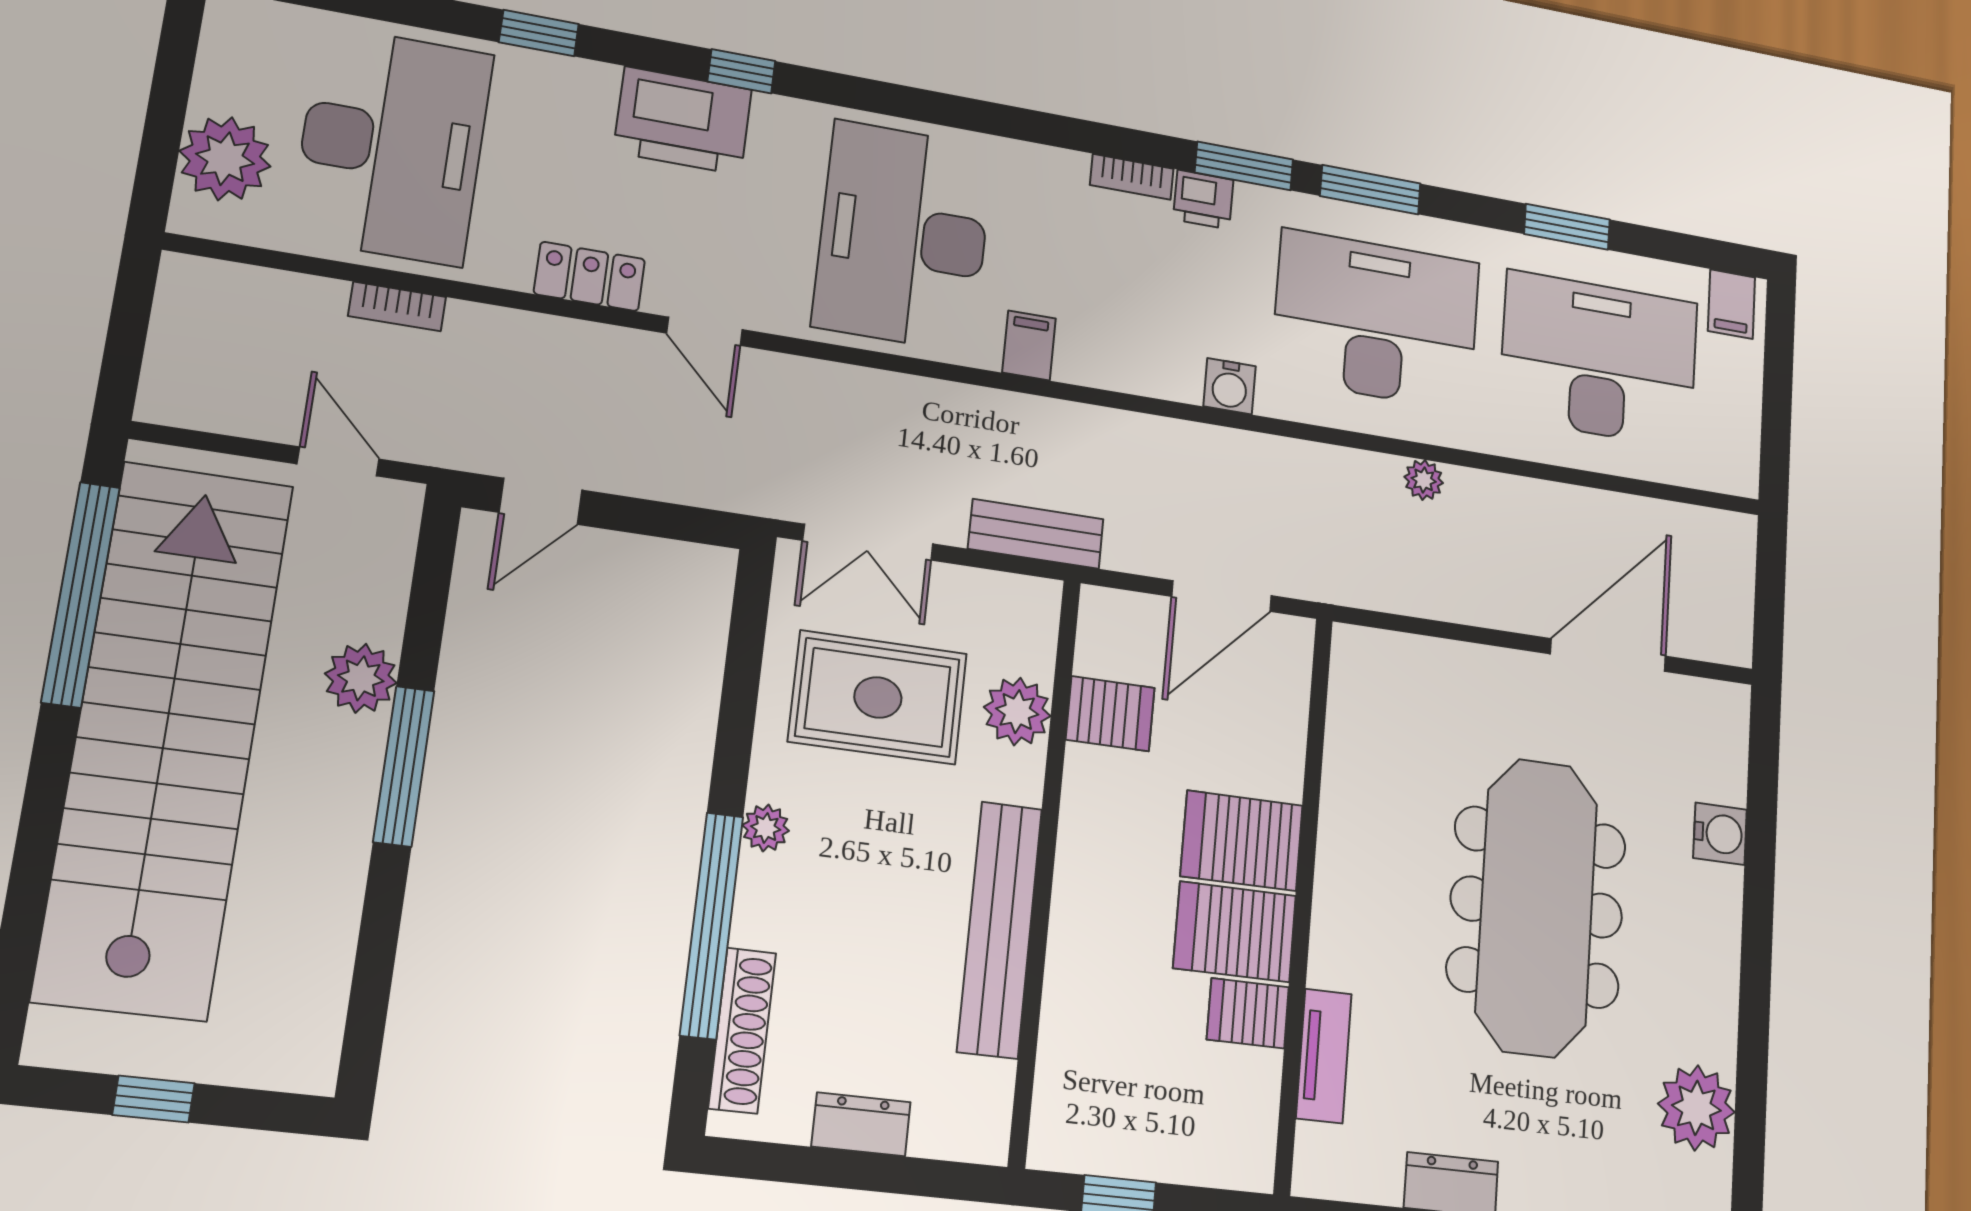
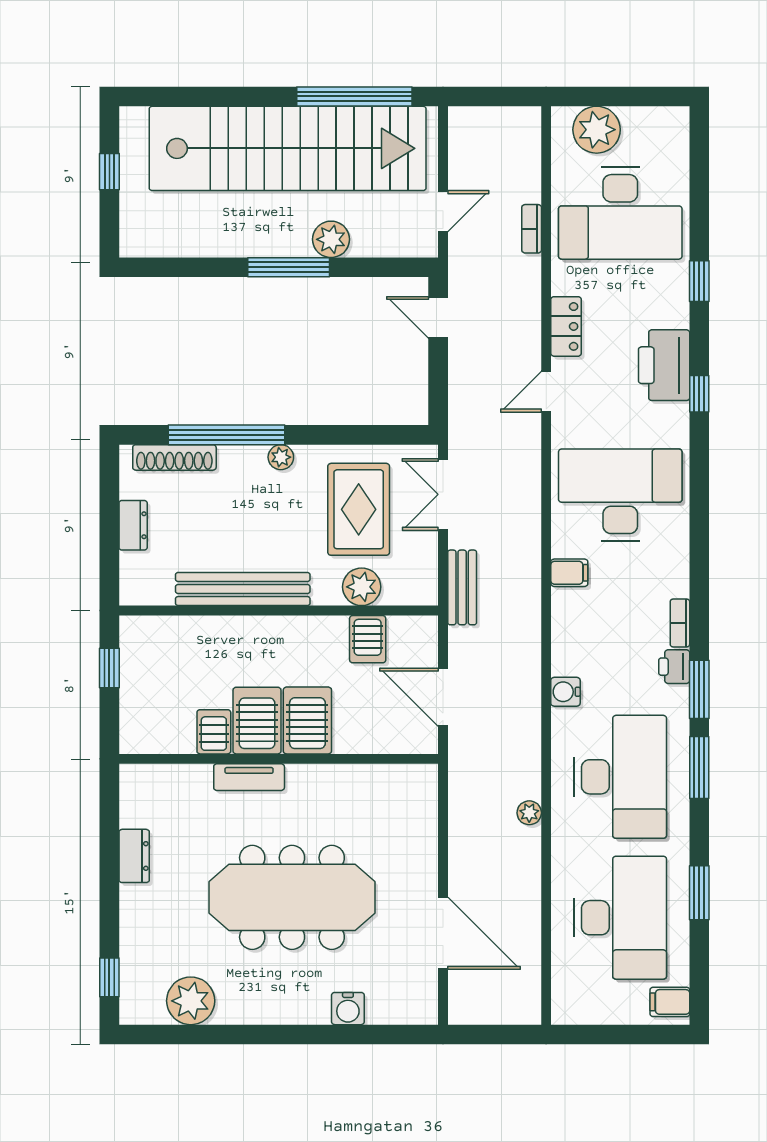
tv unit: (1324, 1056) -> (249, 777), moved

